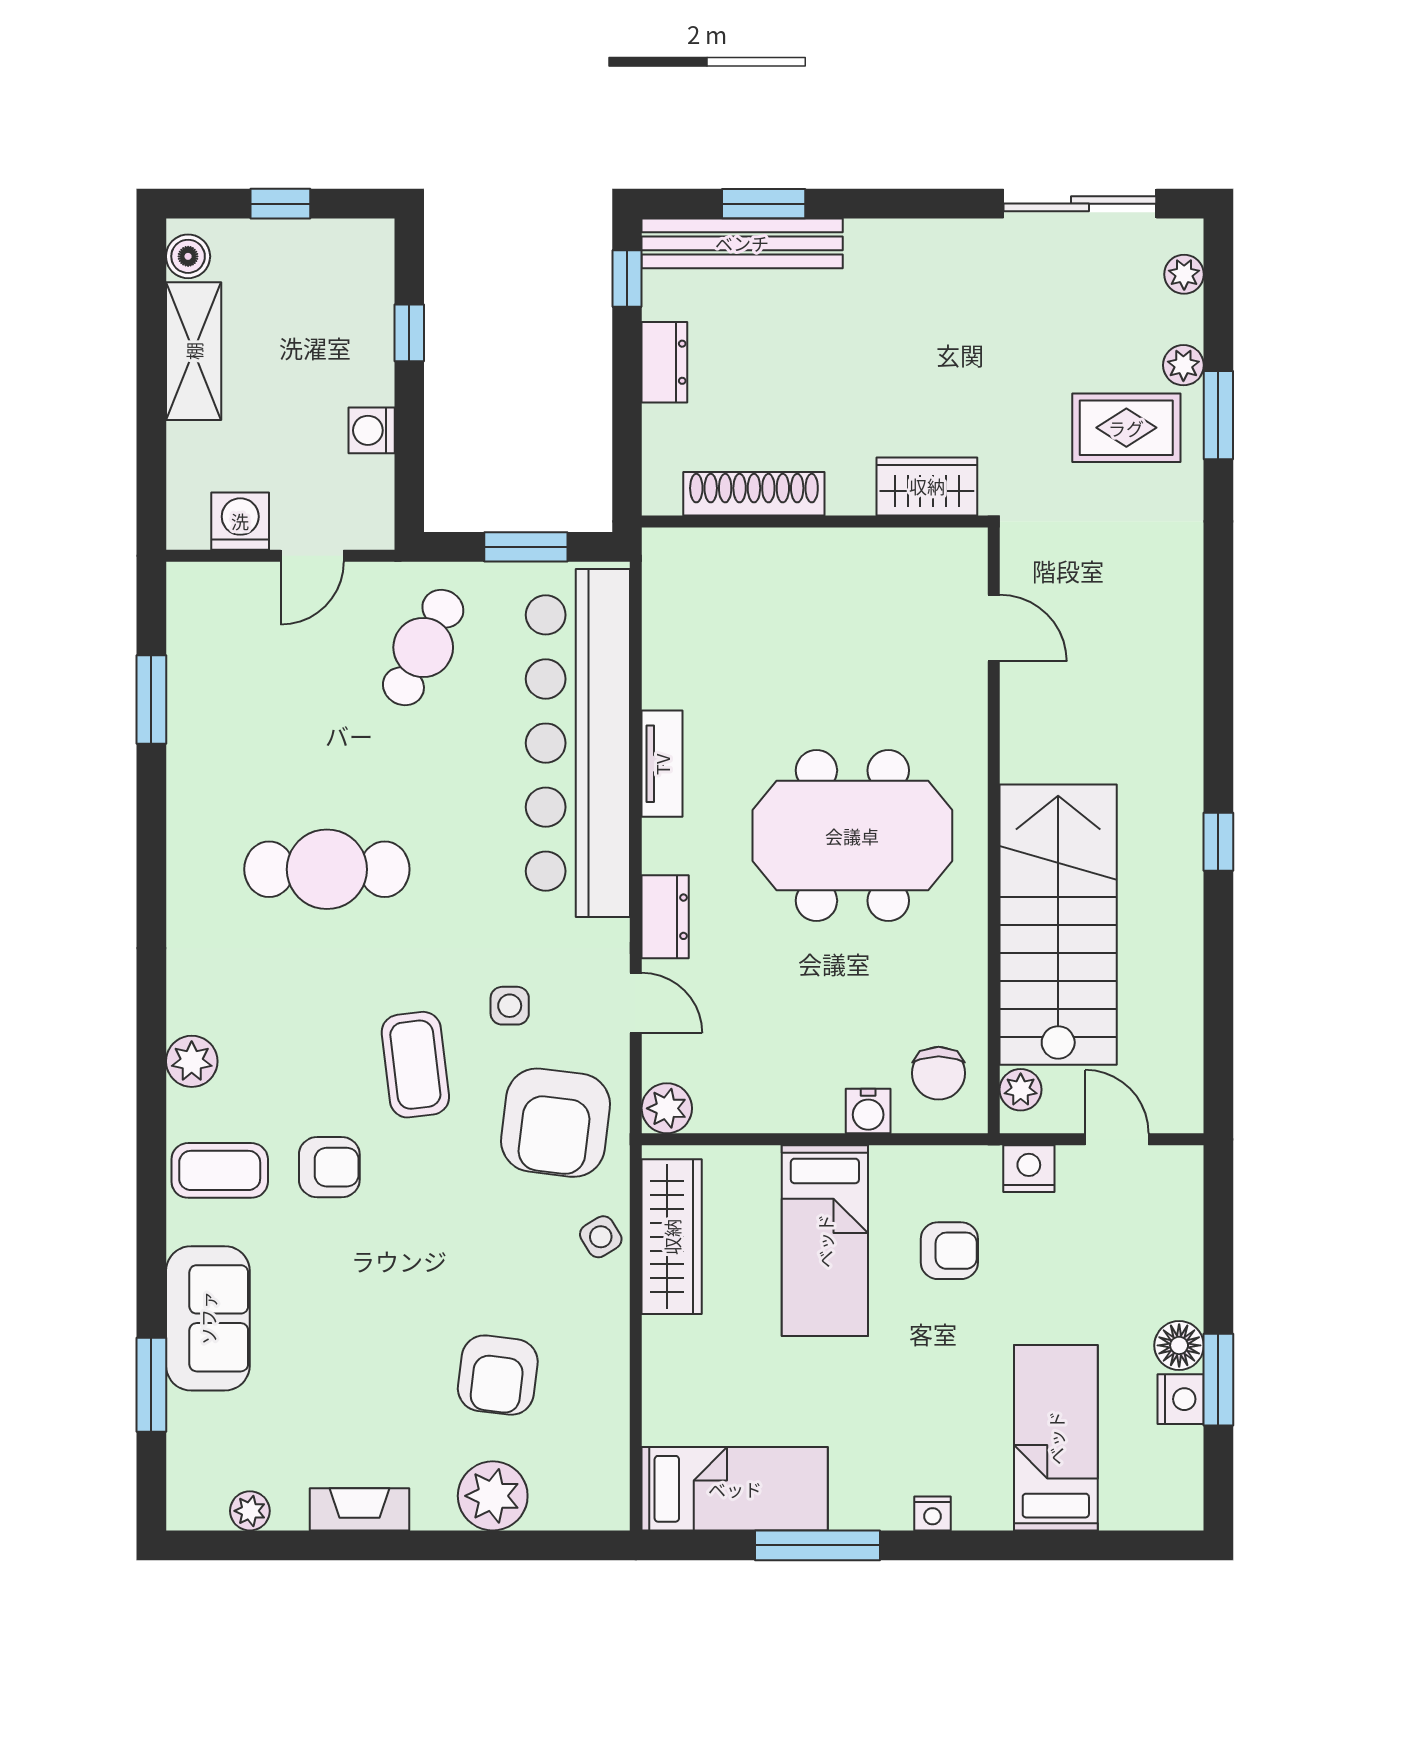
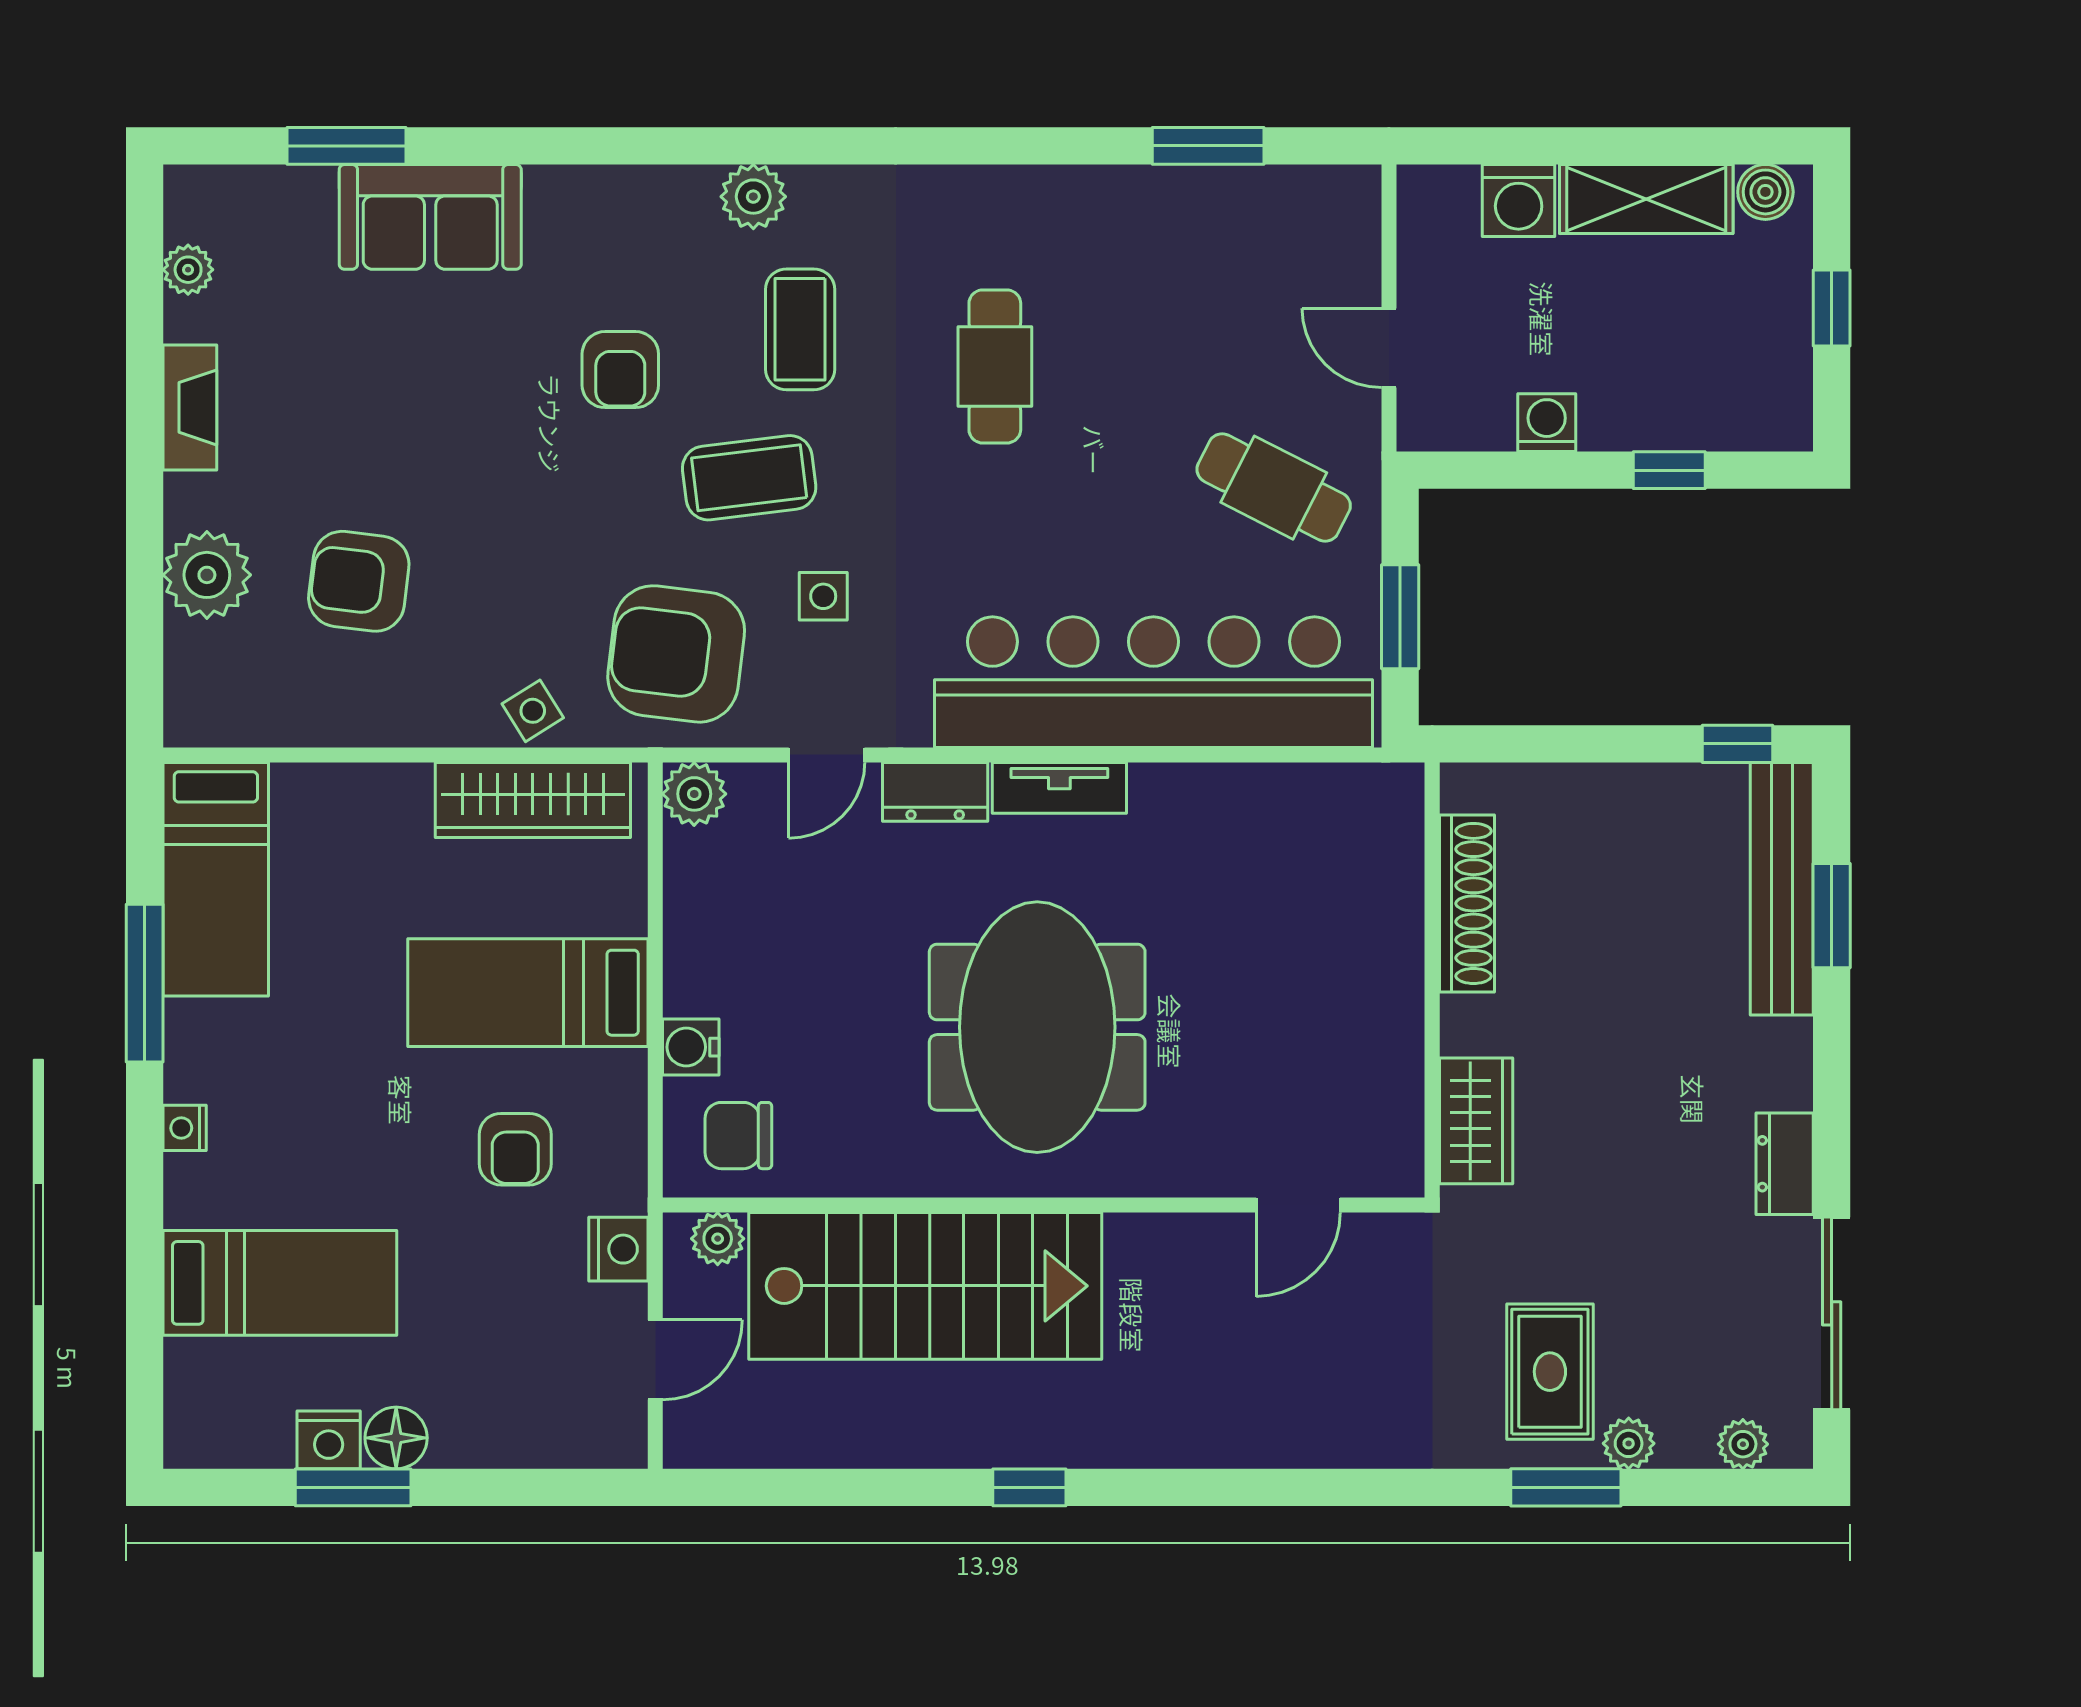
dresser: (664, 362) -> (1785, 1164), moved, turned 90
washing machine: (240, 521) -> (1519, 200), moved, turned 90
tv unit: (662, 764) -> (1059, 788), moved
cafe table: (327, 869) -> (995, 366), width x0.73, depth x0.74
coffee table: (220, 1170) -> (800, 329), moved

